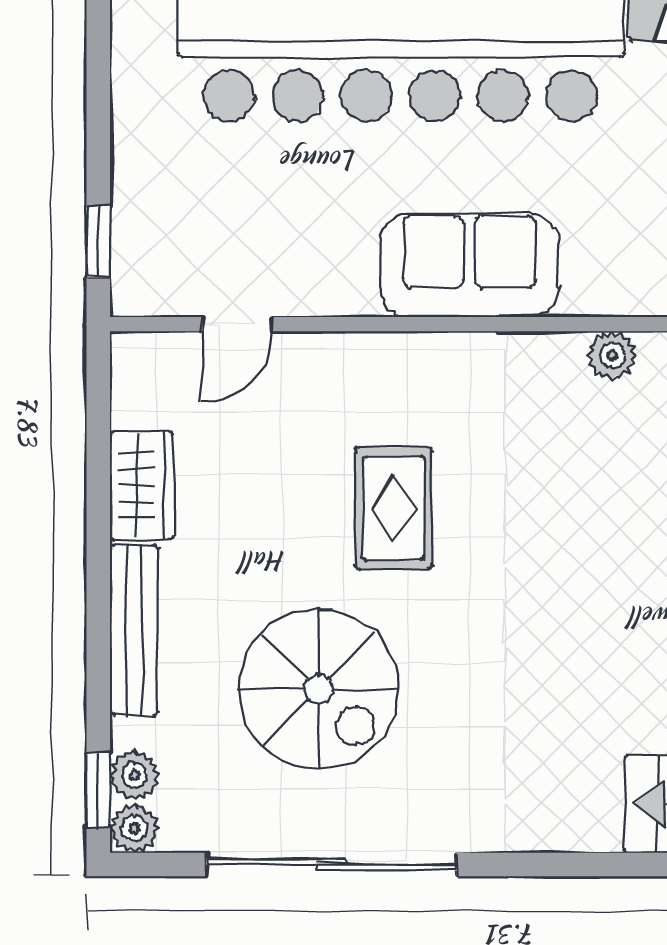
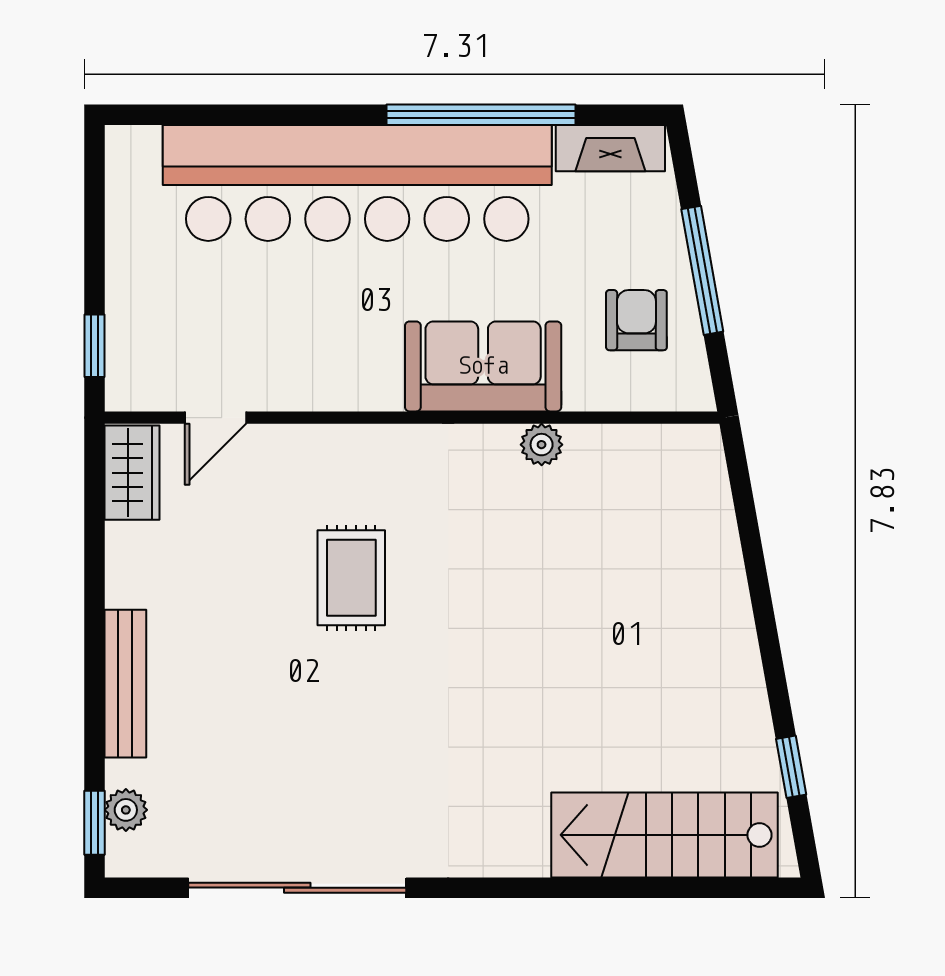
sofa: (469, 265) -> (483, 366), moved
wardrobe: (142, 486) -> (132, 473), moved
spiral stairs: (318, 689) -> (286, 735), removed
plant: (134, 829) -> (126, 856), removed

